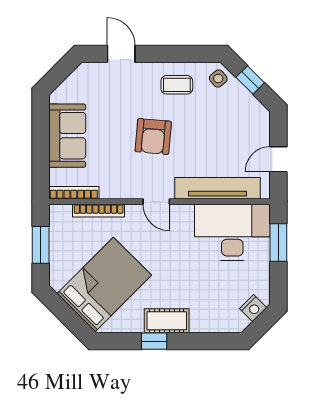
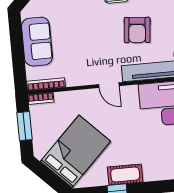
armchair: (153, 137) -> (137, 30), moved
bookcase: (99, 211) -> (41, 98), moved, width x0.64

